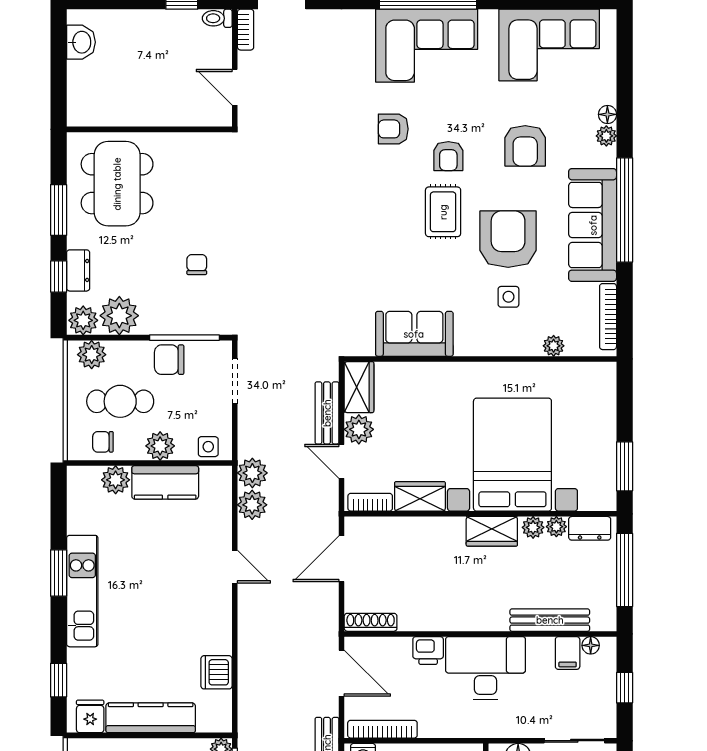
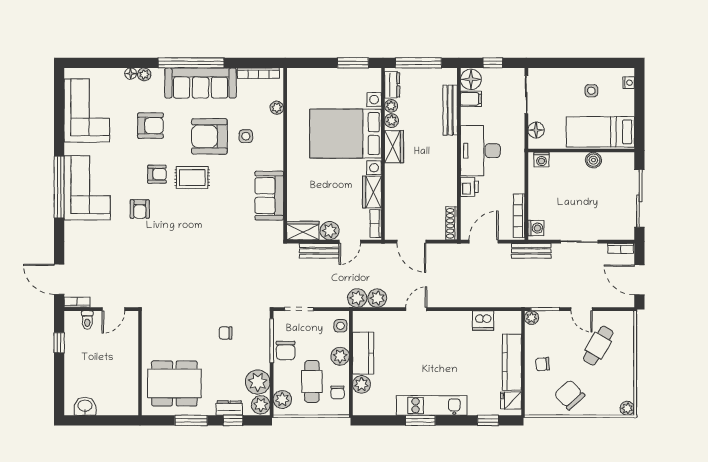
toilet: (217, 18) -> (87, 320), moved
floor lamp: (591, 645) -> (471, 79), width x1.89, depth x1.89

